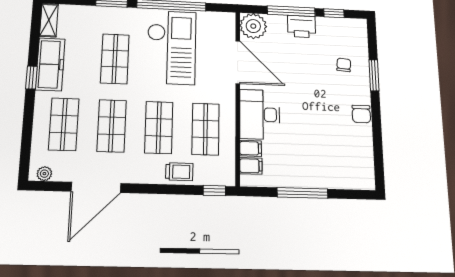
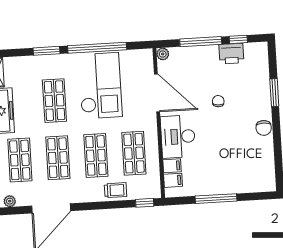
plant: (253, 26) -> (163, 54), width x0.53, depth x0.53
printer: (301, 26) -> (231, 54), moved
chair: (344, 65) -> (218, 101), moved

